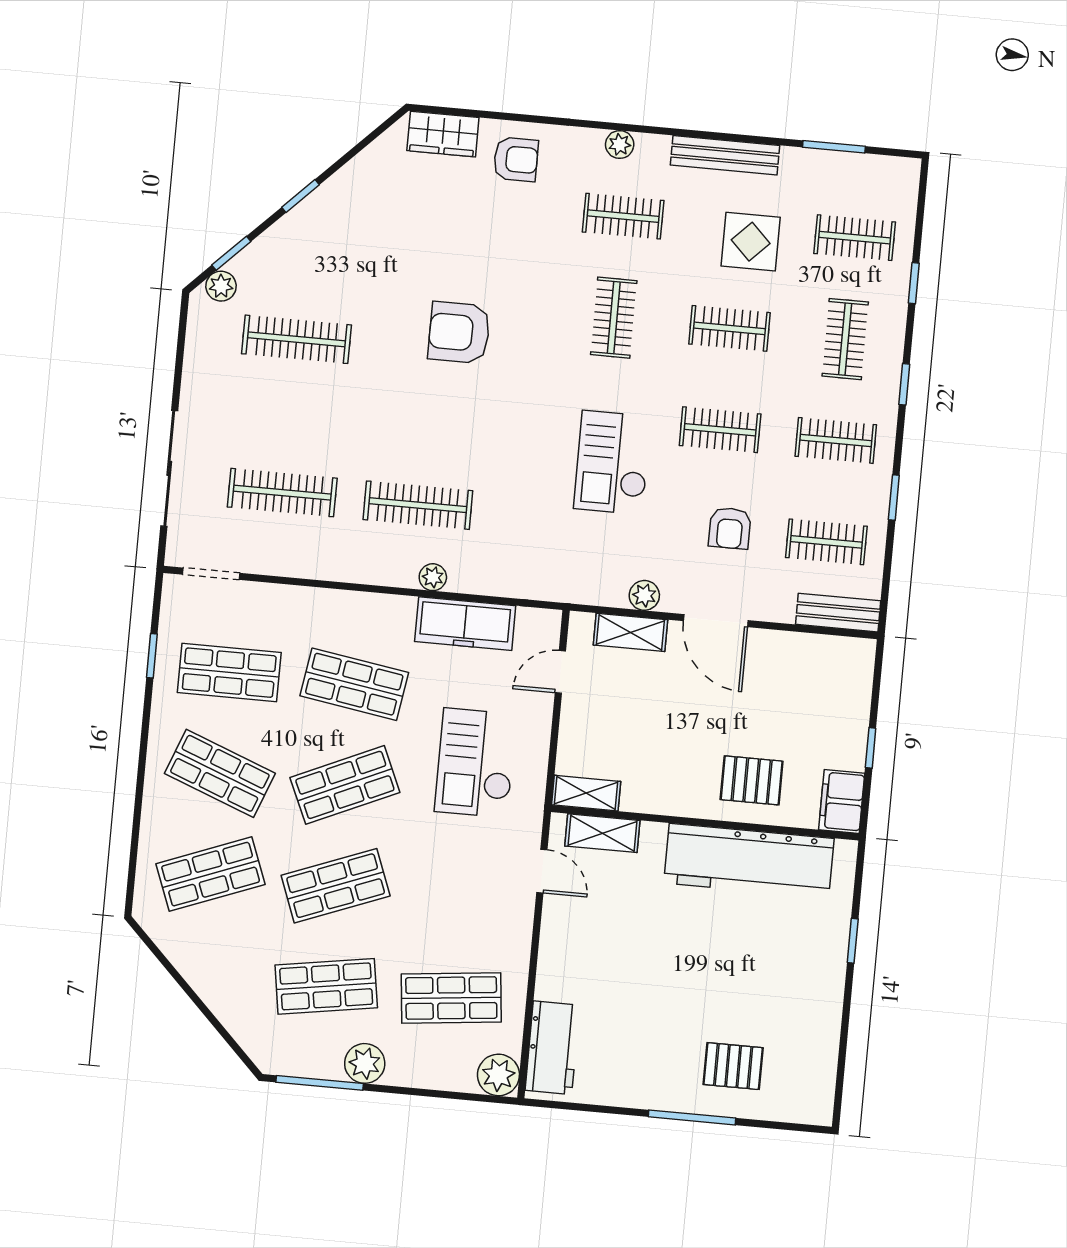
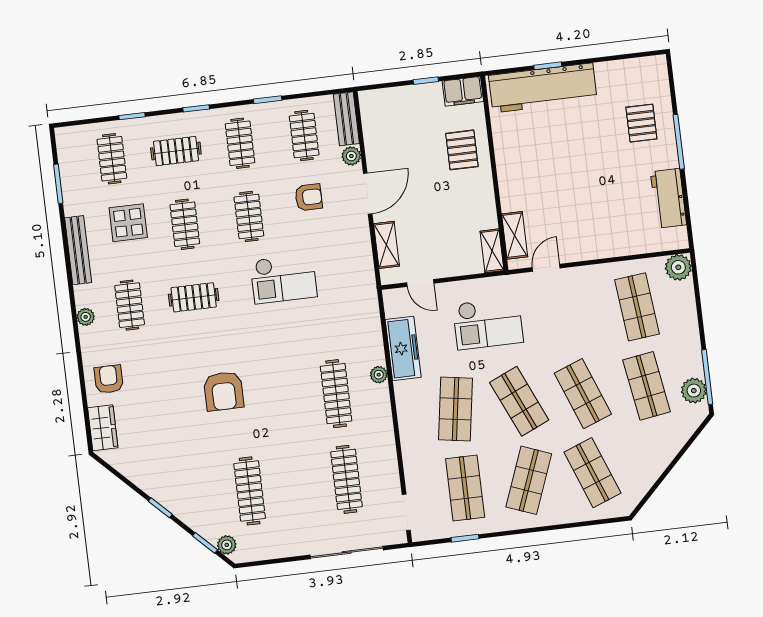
plant: (644, 595) -> (351, 156), moved
workbench: (749, 861) -> (543, 88), moved, turned 90
workbench: (552, 1048) -> (668, 198), moved, turned -90
plant: (365, 1063) -> (694, 391), moved

